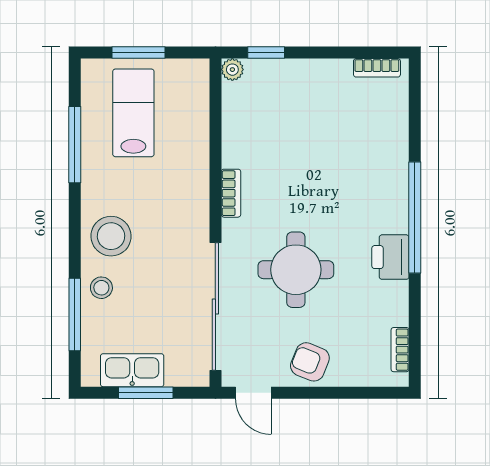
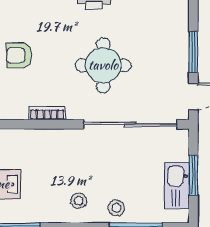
stool: (111, 236) -> (79, 201), width x0.53, depth x0.53
armchair: (310, 362) -> (19, 55), moved, turned 68
window: (315, 393) -> (193, 52), added

